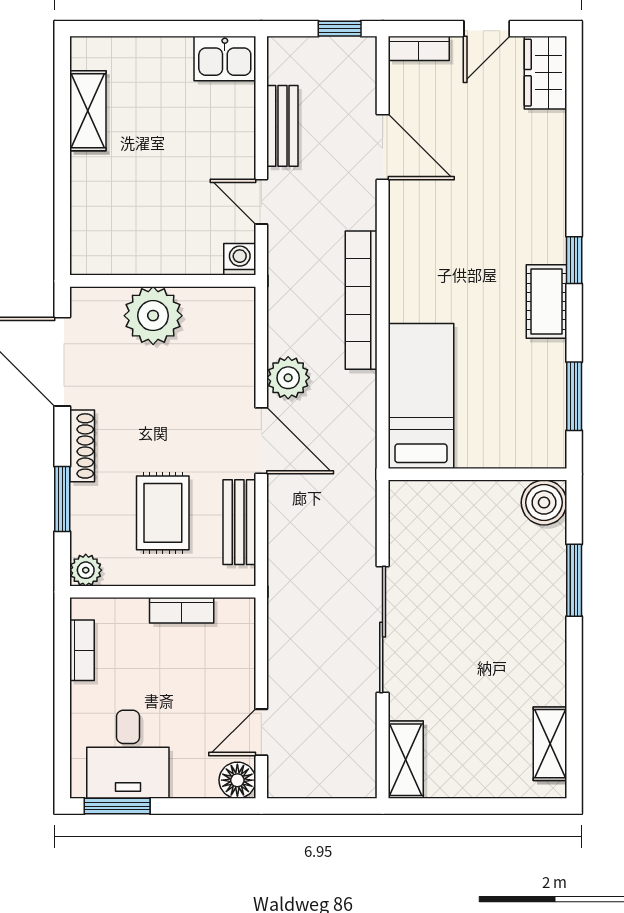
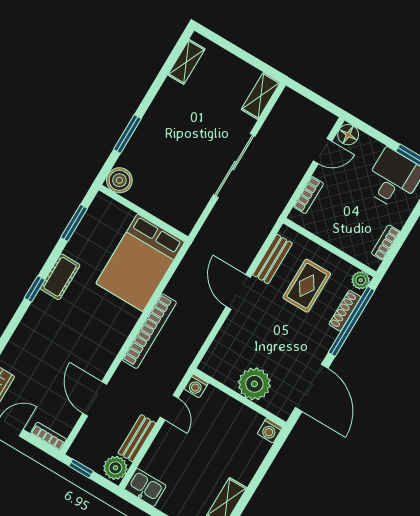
washing machine: (87, 258) -> (270, 431), added
plant: (288, 378) -> (115, 468), moved
bed: (421, 396) -> (140, 263), width x1.50
shoe rack: (82, 446) -> (345, 311), moved
window: (62, 499) -> (351, 321), width x2.11
bookcase: (182, 610) -> (308, 195), moved, turned 90

